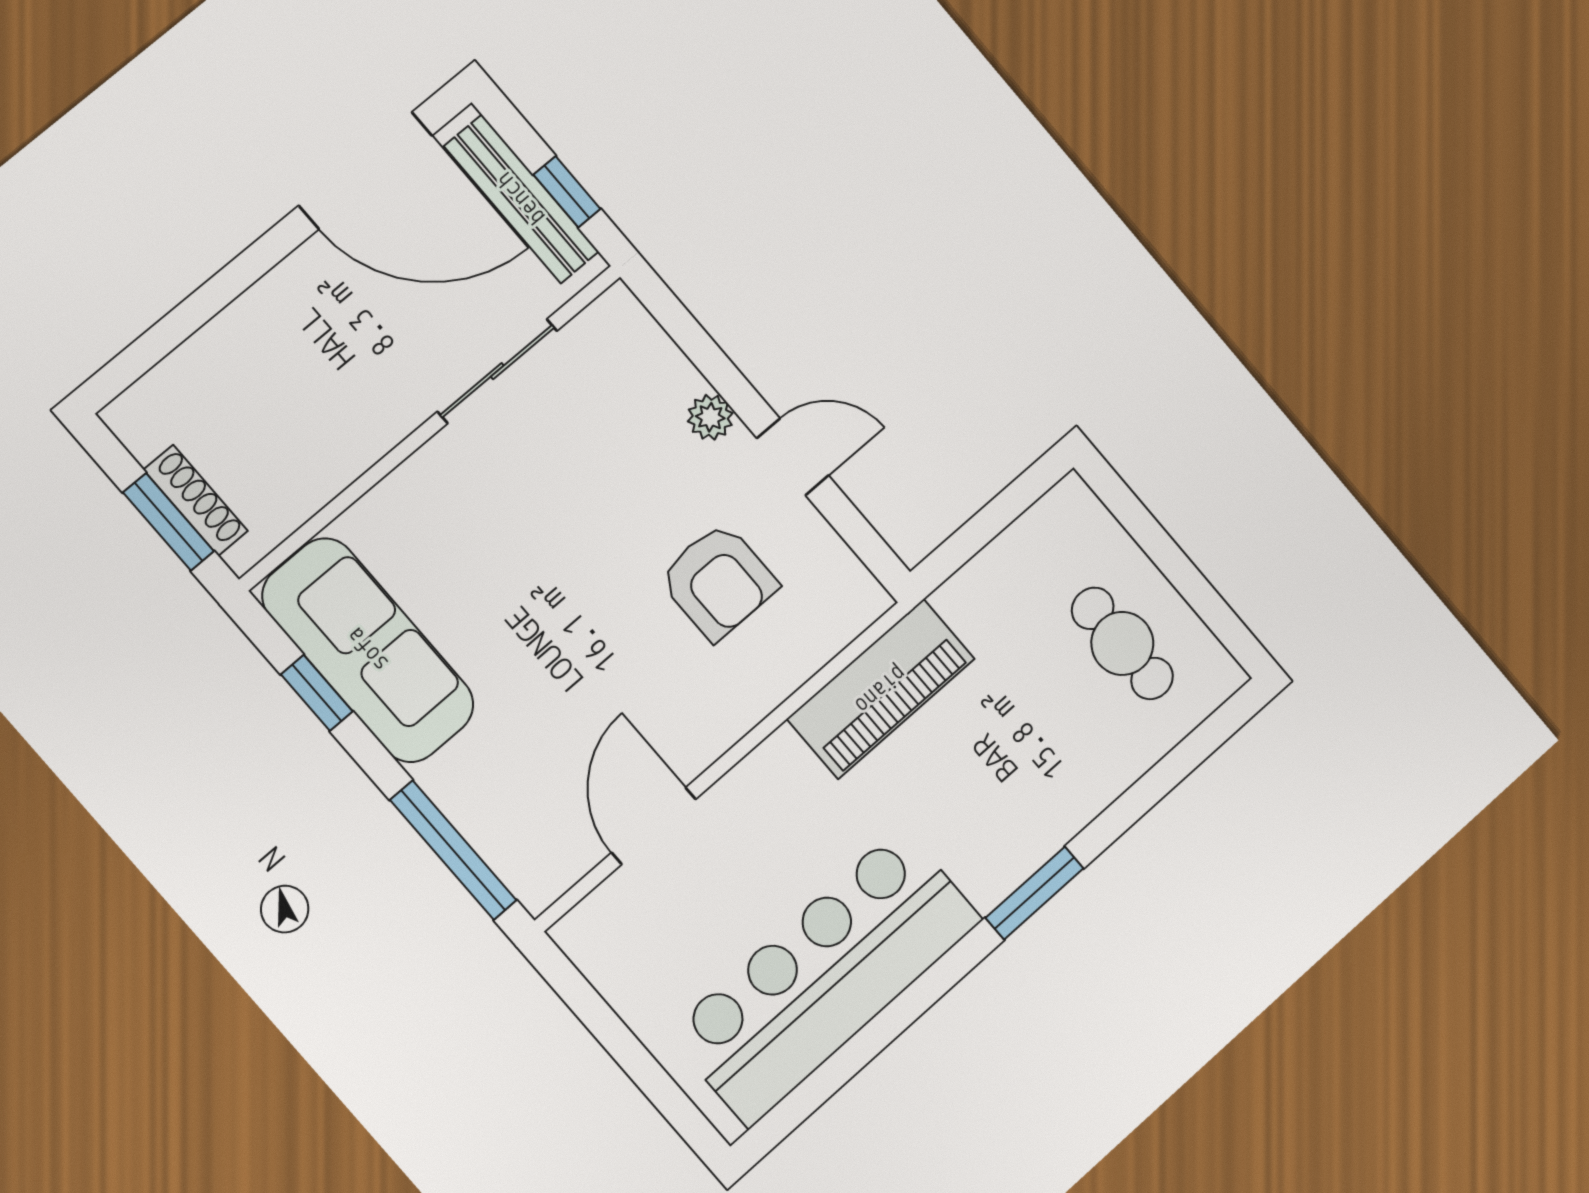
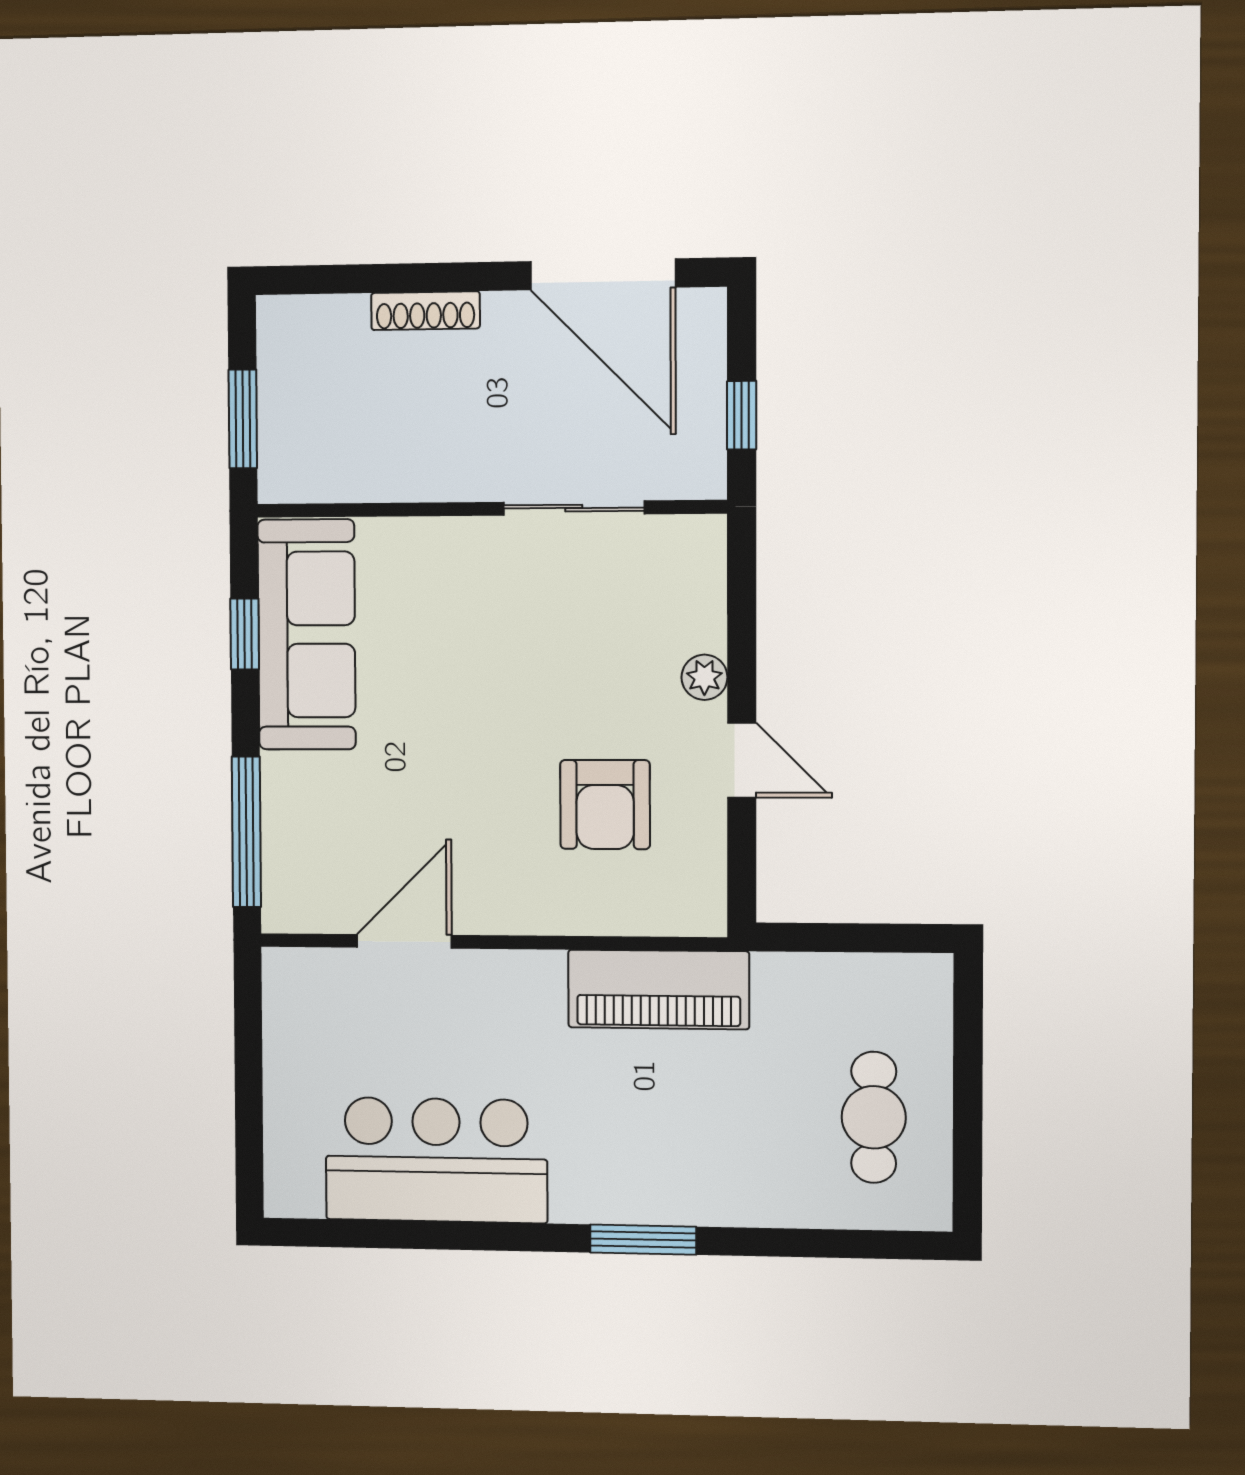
bench: (521, 199) -> (702, 392), removed
shoe rack: (196, 500) -> (425, 311), moved, turned 90
bar counter: (826, 976) -> (436, 1160), width x0.73

